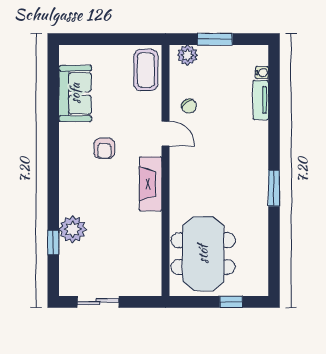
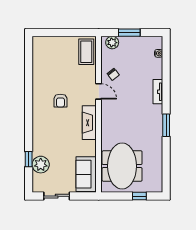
sofa: (75, 93) -> (86, 174), moved, turned 180
tv unit: (261, 100) -> (158, 92), moved
plant: (73, 229) -> (41, 165), moved

